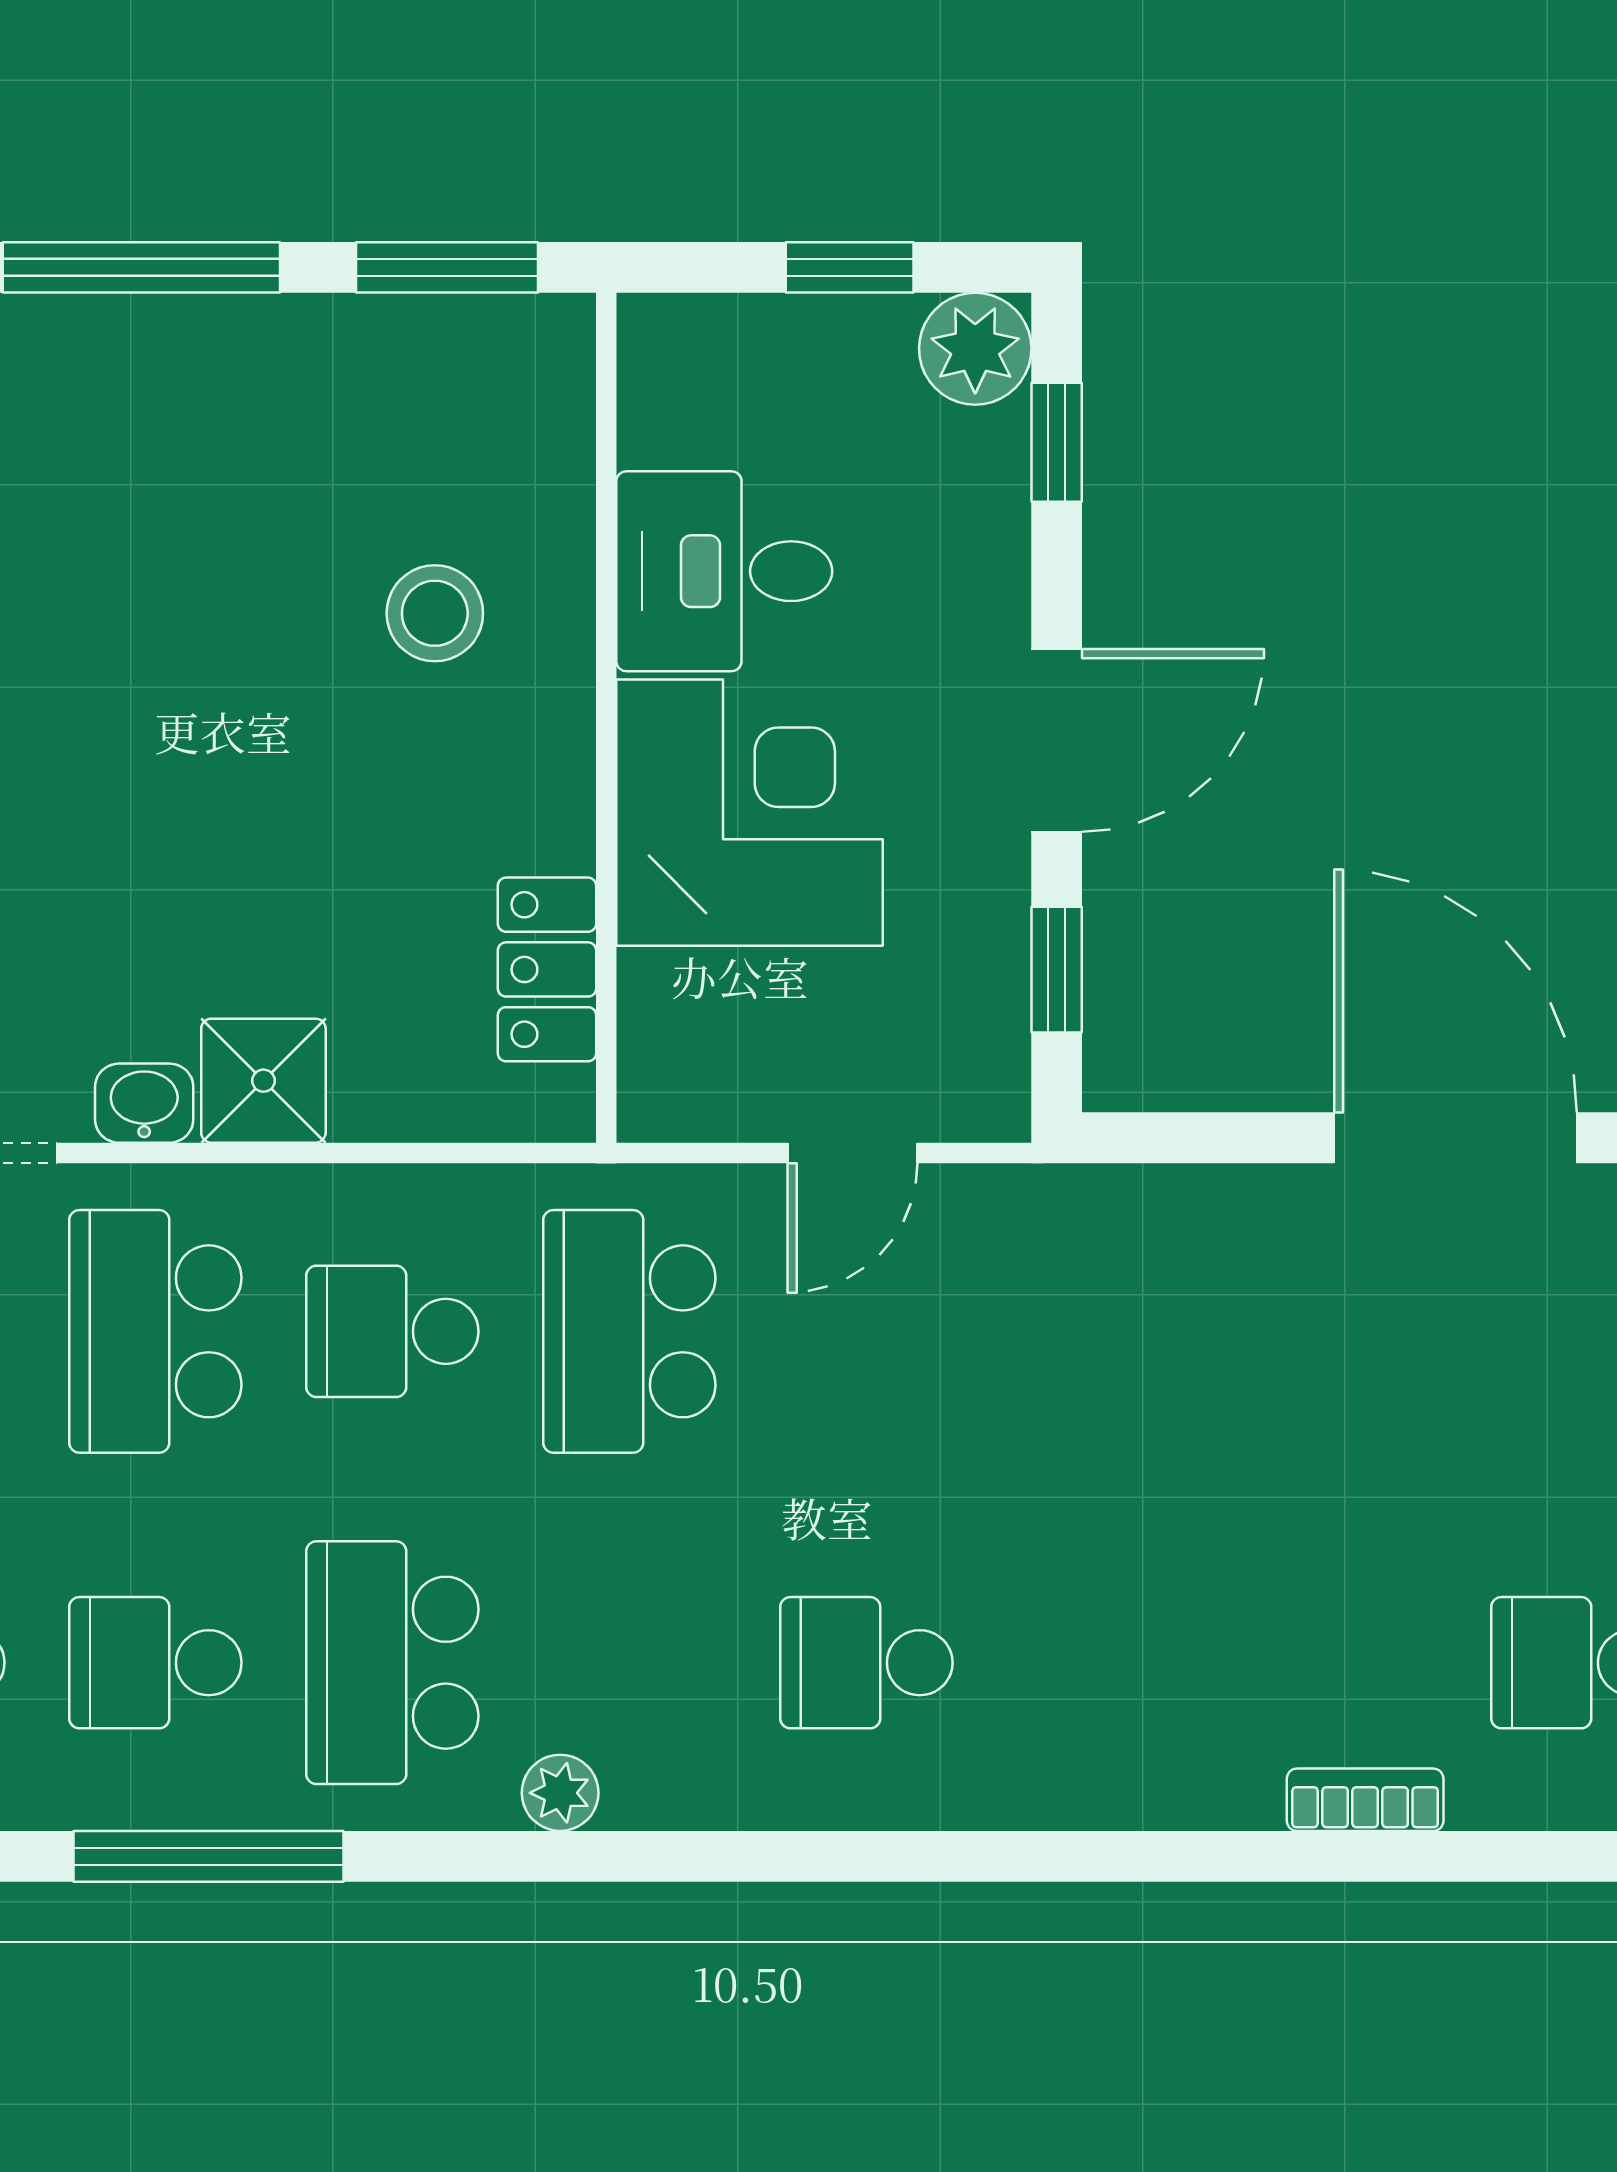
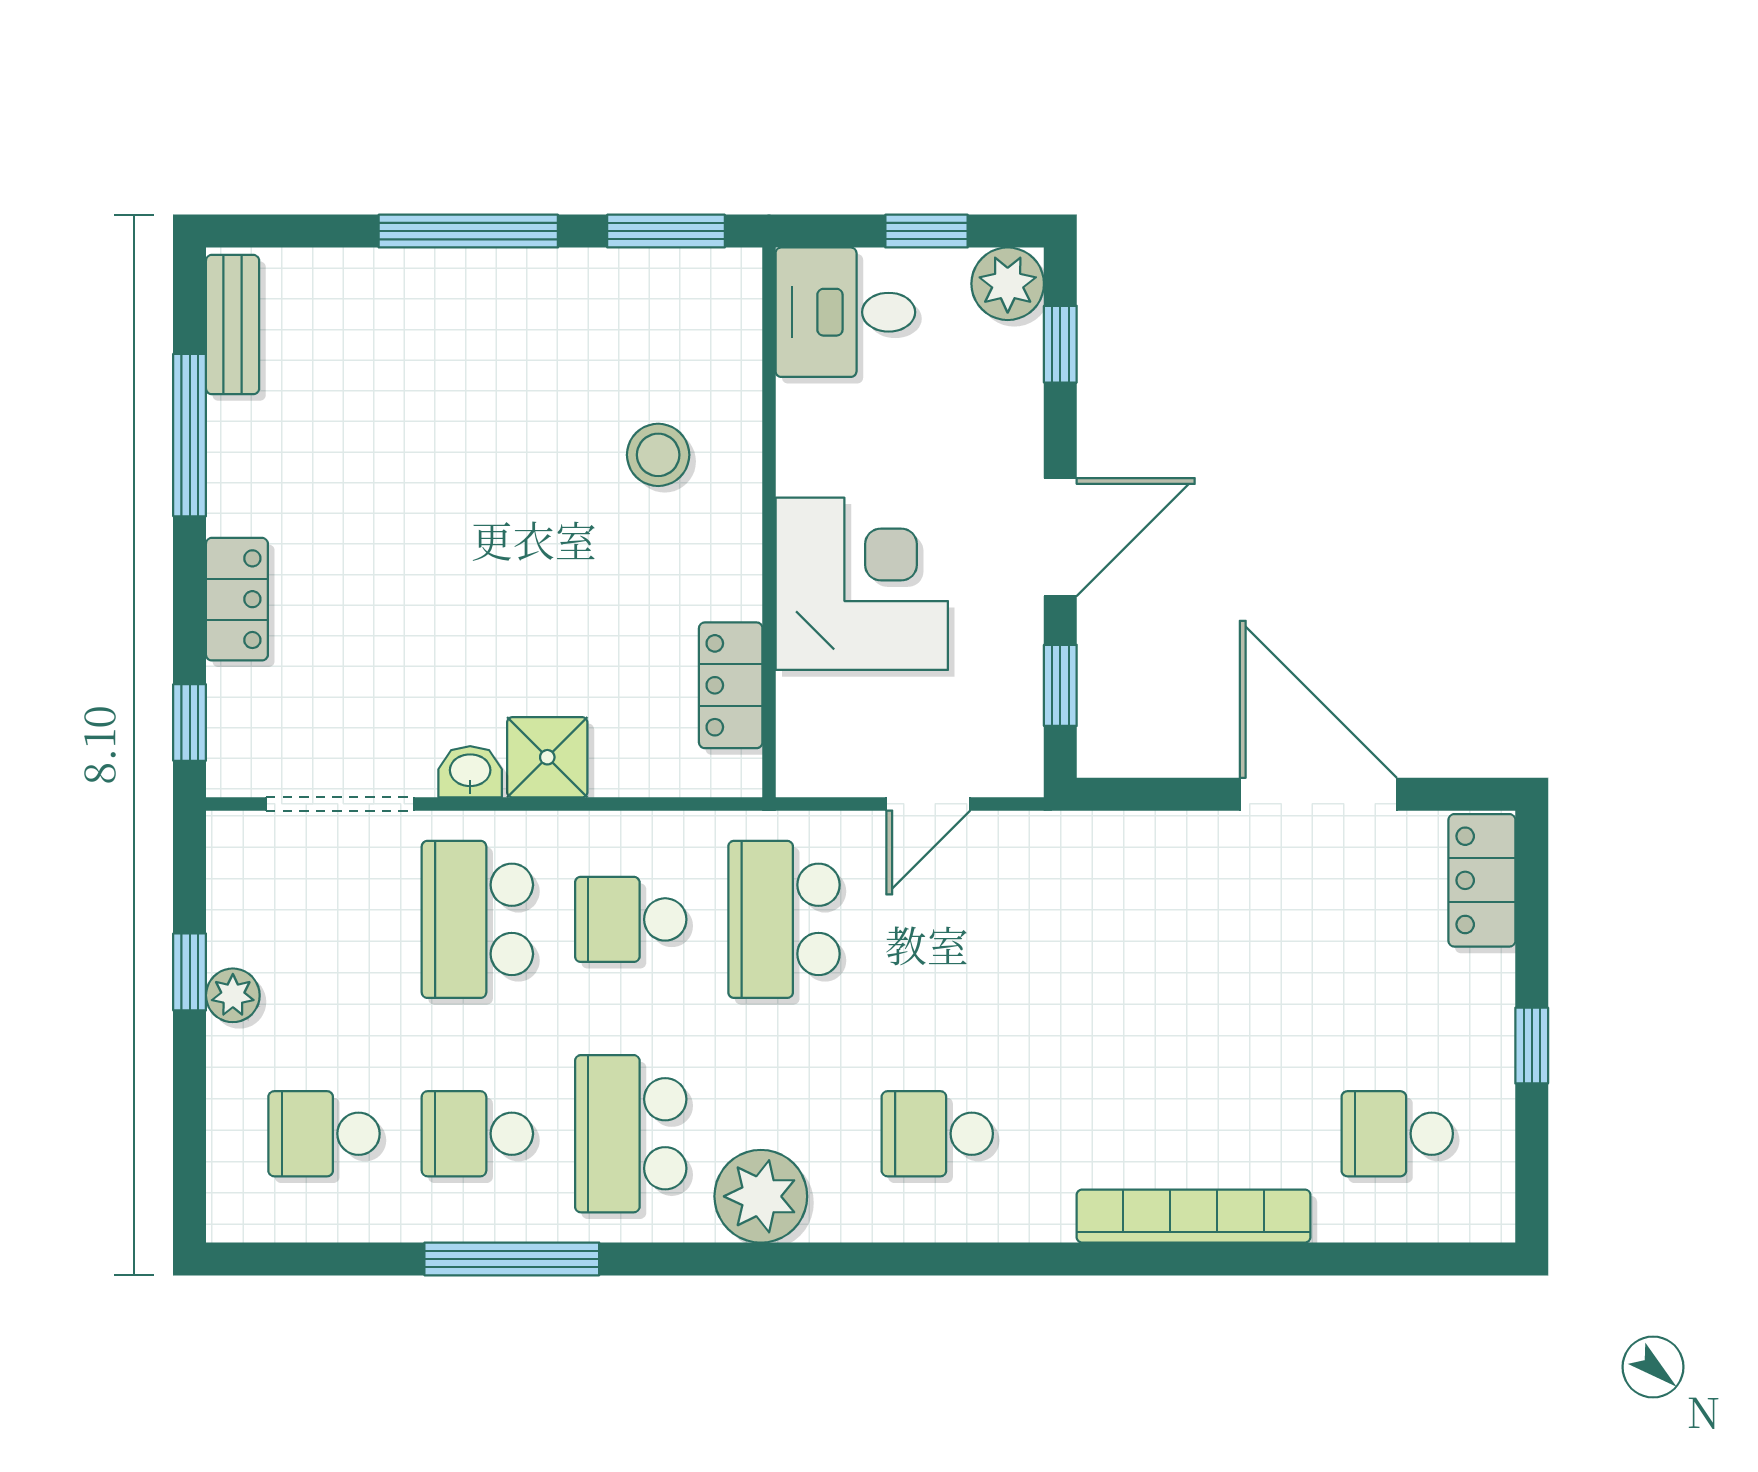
desk: (724, 571) -> (845, 312), moved
plant: (560, 1793) -> (761, 1196), width x1.88, depth x1.88
bookcase: (1365, 1800) -> (1194, 1216), width x2.31, depth x1.31

